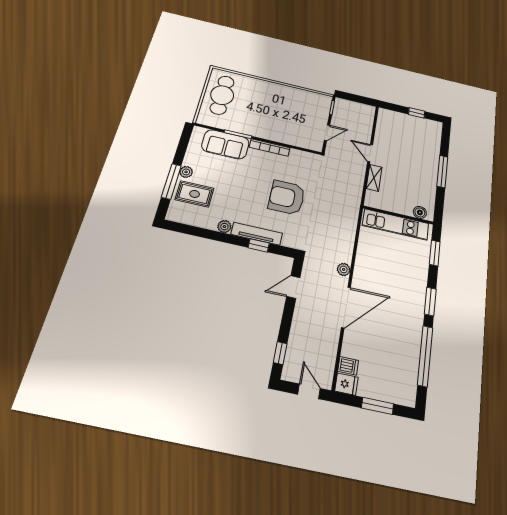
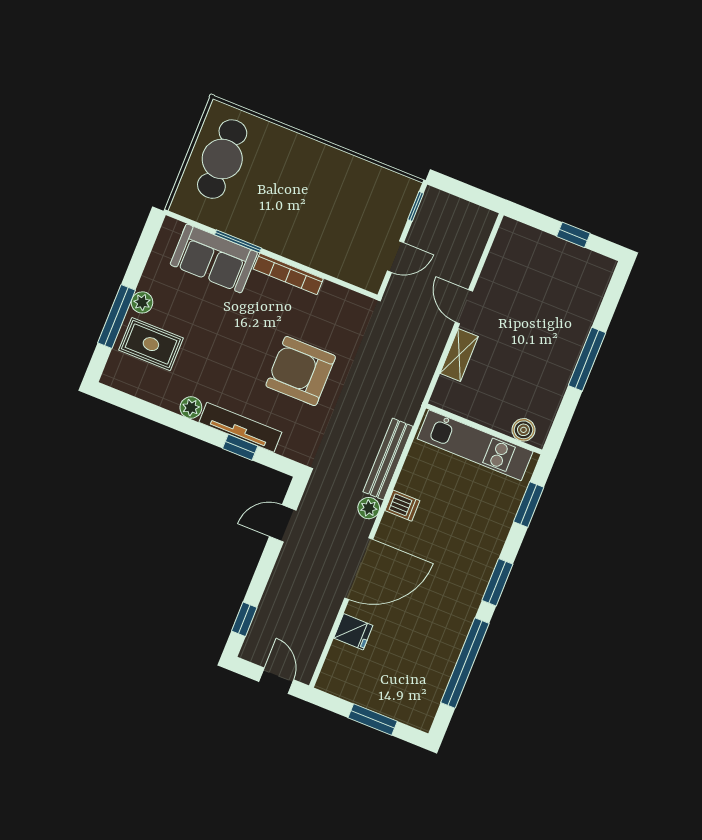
bench: (348, 239) -> (388, 459), added
dishwasher: (348, 366) -> (402, 506), moved
fridge: (346, 384) -> (353, 632), moved

